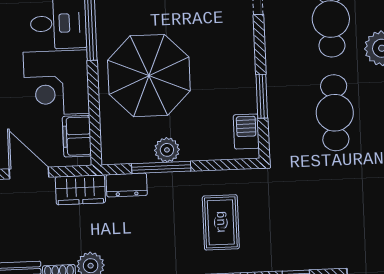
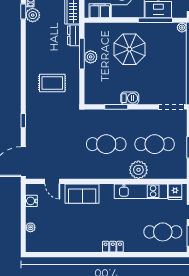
parasol: (149, 76) -> (129, 49), width x0.73, depth x0.73
barbecue: (246, 132) -> (130, 98), moved

